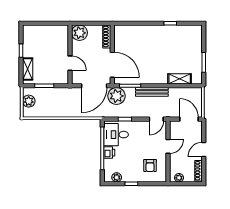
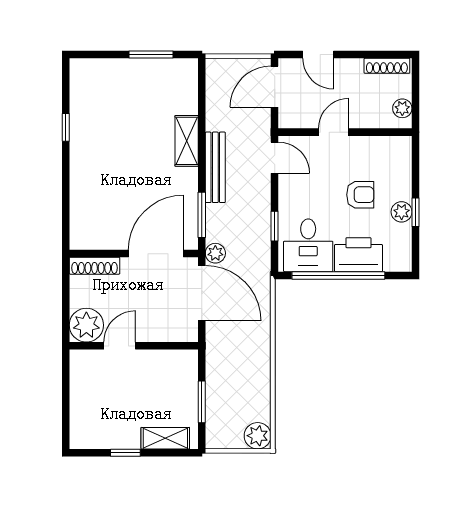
door: (70, 63) -> (120, 346), moved
shelving: (180, 79) -> (187, 141), moved
plant: (116, 96) -> (215, 253), width x0.53, depth x0.53
plant: (29, 101) -> (258, 436), moved
door: (168, 146) -> (334, 132), hinge flipped
door: (204, 150) -> (318, 54), moved
printer: (109, 153) -> (358, 255), width x1.87, depth x1.48
armchair: (150, 165) -> (360, 195), moved
plant: (117, 177) -> (402, 212), moved

